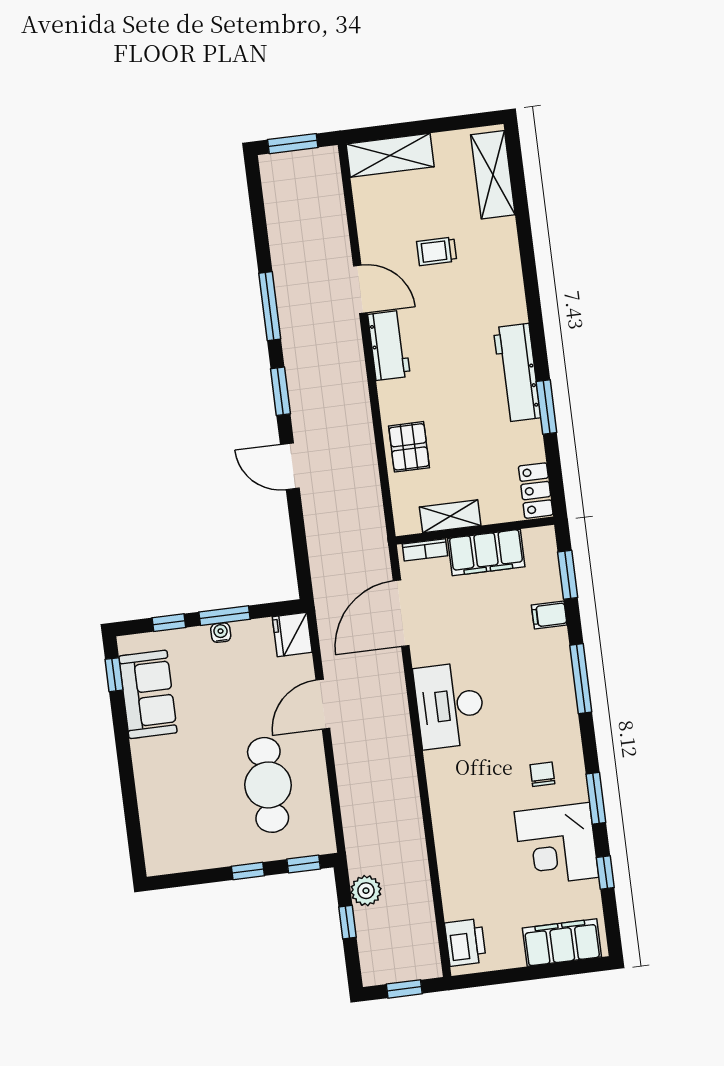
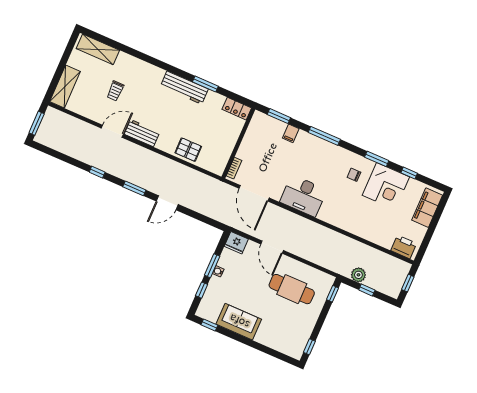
window: (270, 306) -> (97, 172), width x0.46
shelving: (450, 516) -> (226, 150), removed
filing cabinet: (486, 553) -> (250, 144), removed
sofa: (148, 694) -> (239, 322), moved
window: (248, 871) -> (309, 347), moved

